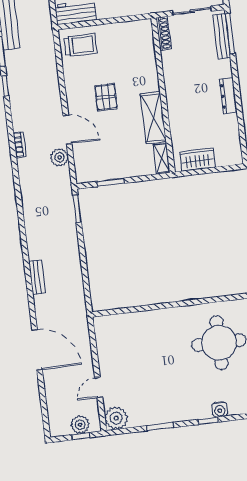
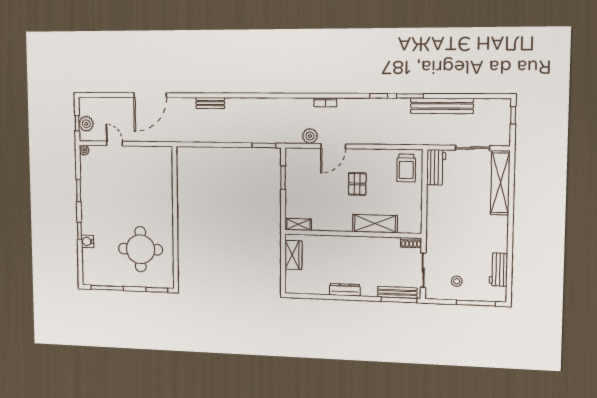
shoe rack: (164, 33) -> (411, 243), width x0.70
pallet: (106, 97) -> (357, 184), turned 90
shelving: (153, 118) -> (375, 224), moved
plant: (116, 418) -> (84, 150), width x0.53, depth x0.53

